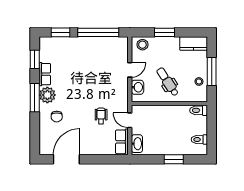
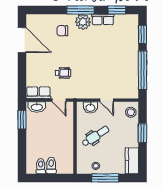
toilet: (199, 110) -> (51, 165), moved
door: (130, 120) -> (59, 100), swing flipped
window: (174, 159) -> (22, 120), moved

